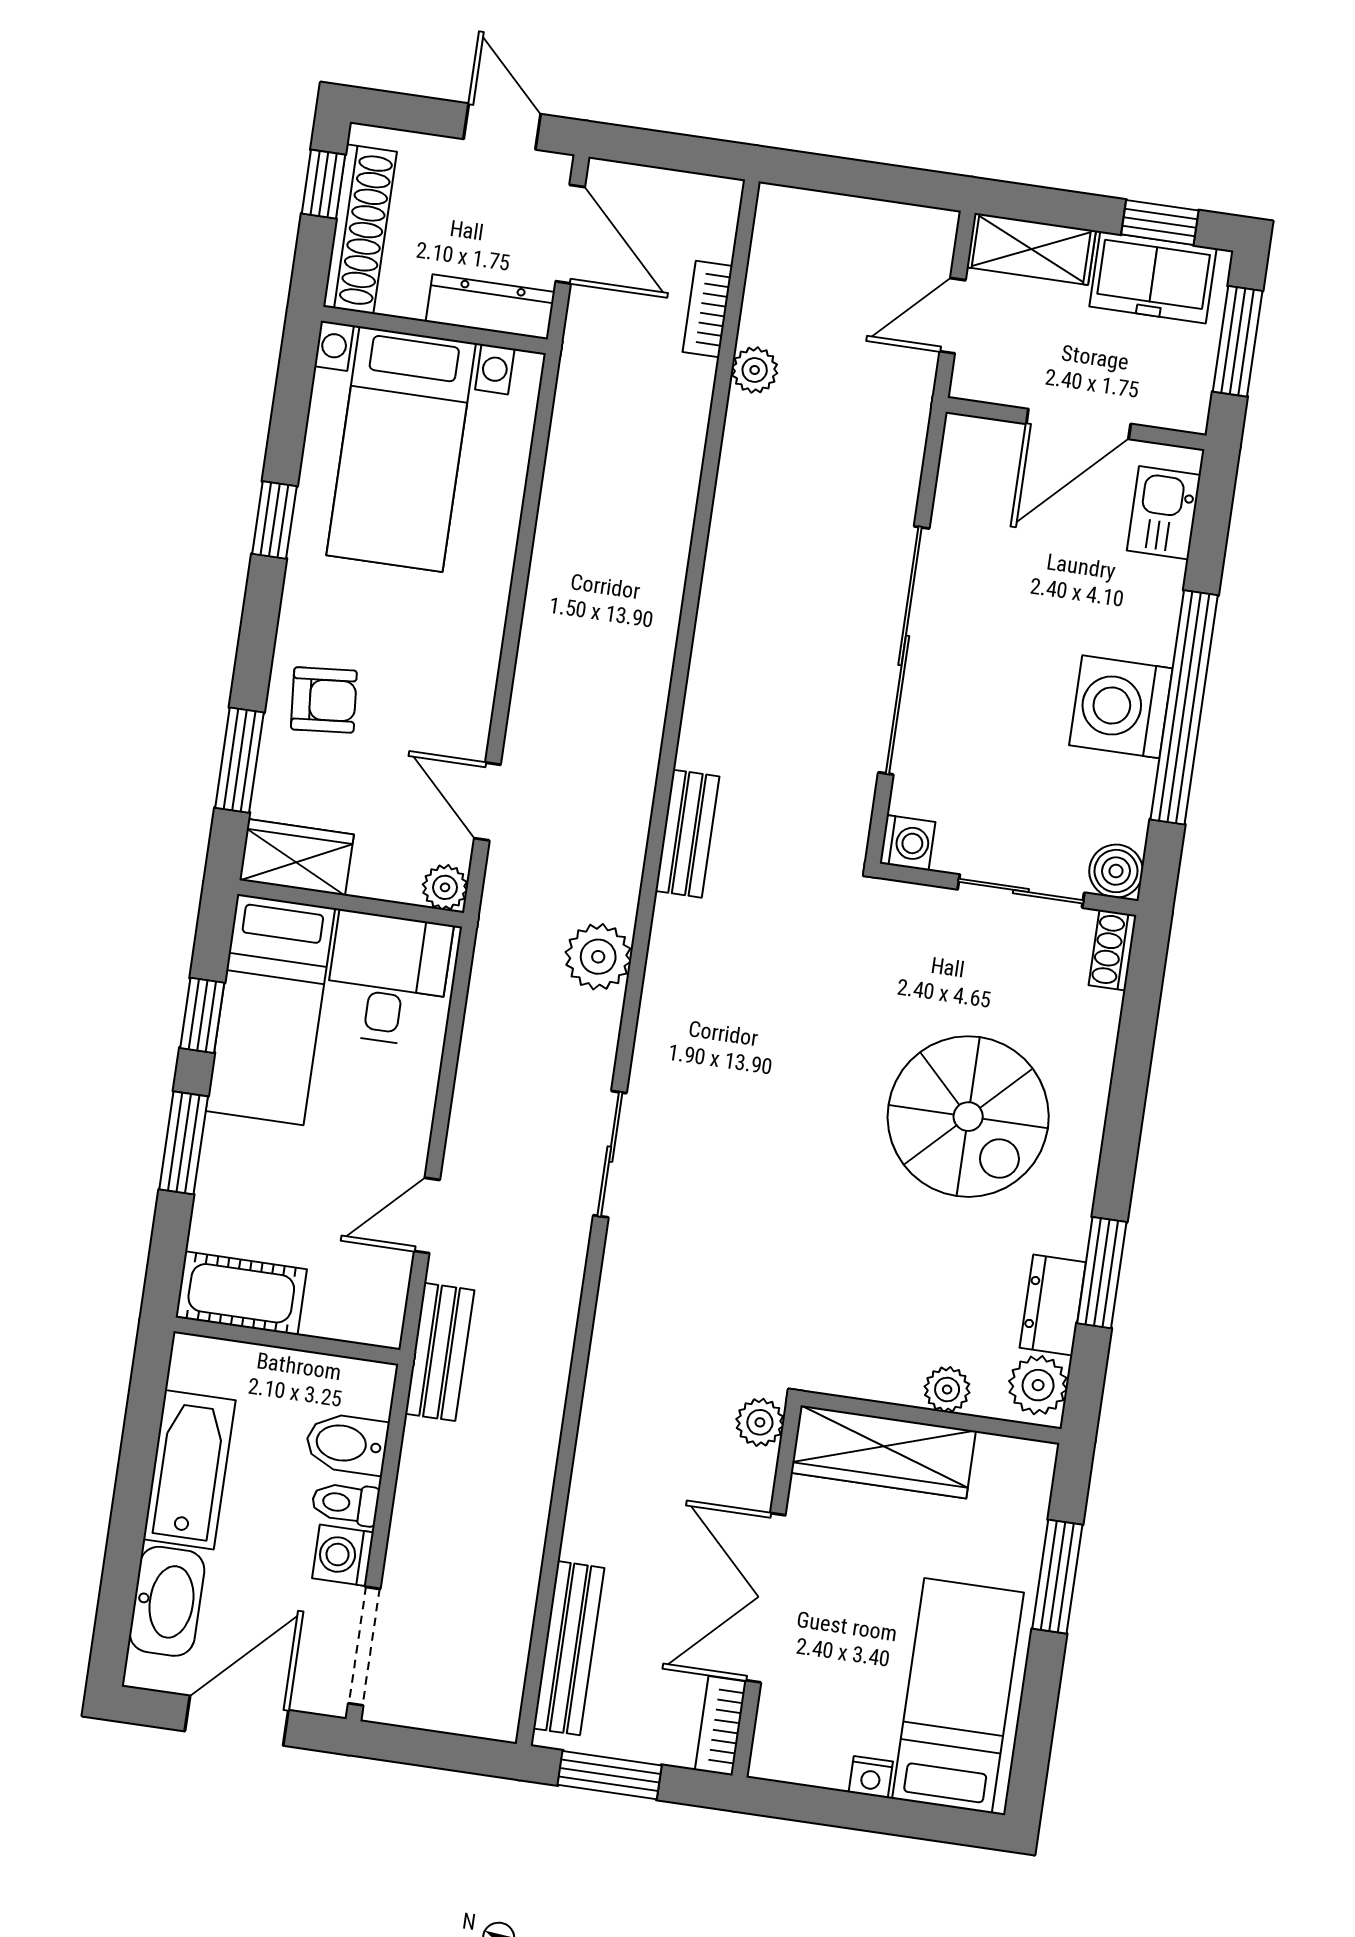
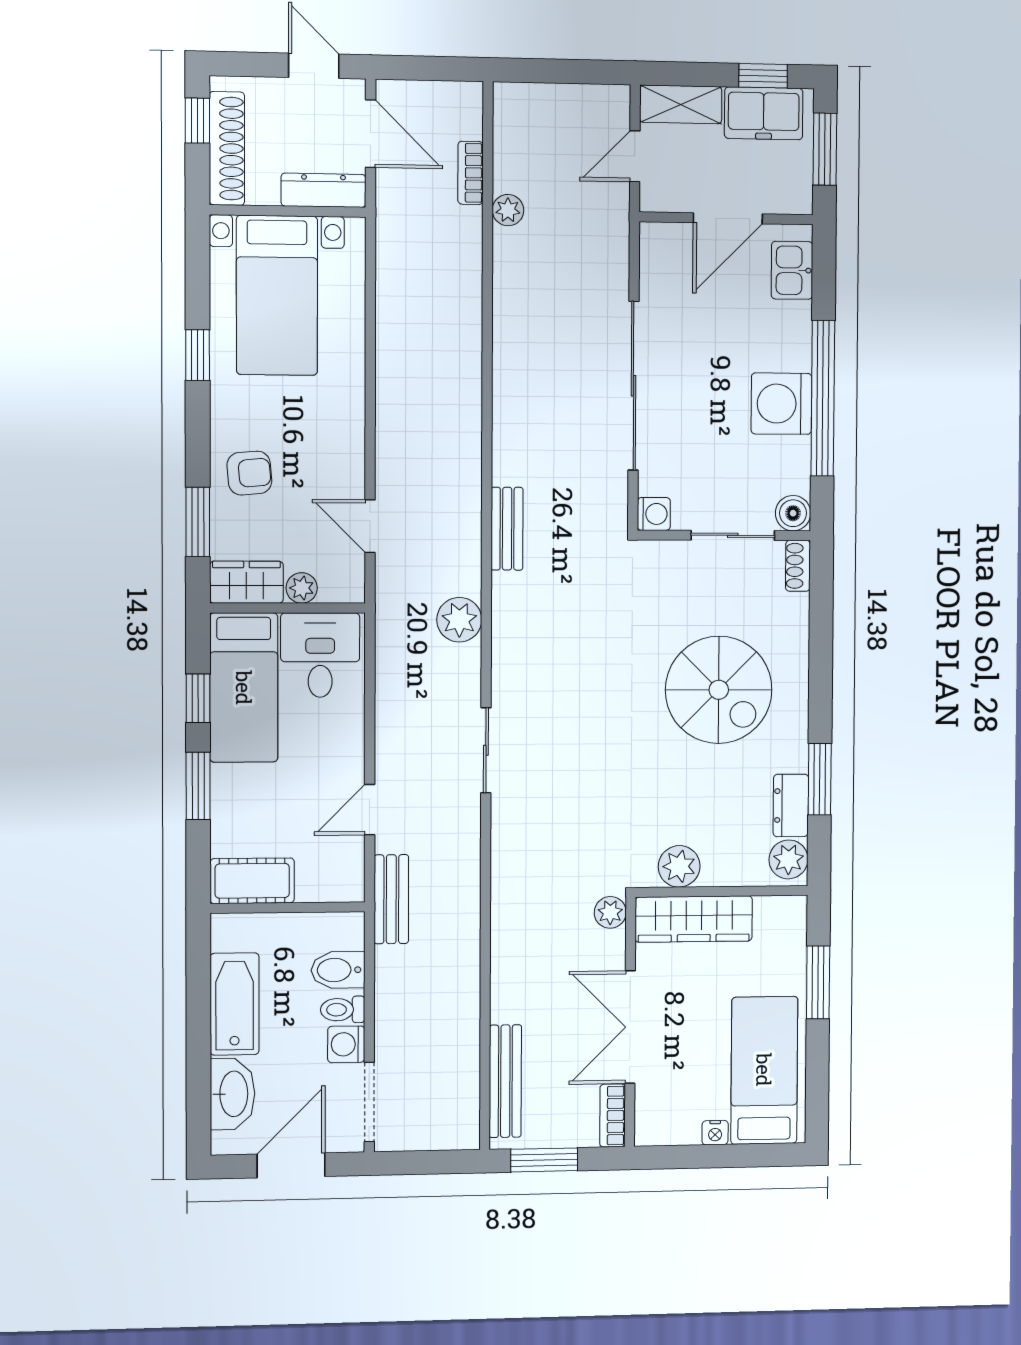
plant: (445, 887) -> (302, 588), moved
plant: (947, 1390) -> (679, 866), moved, width x1.38, depth x1.38

